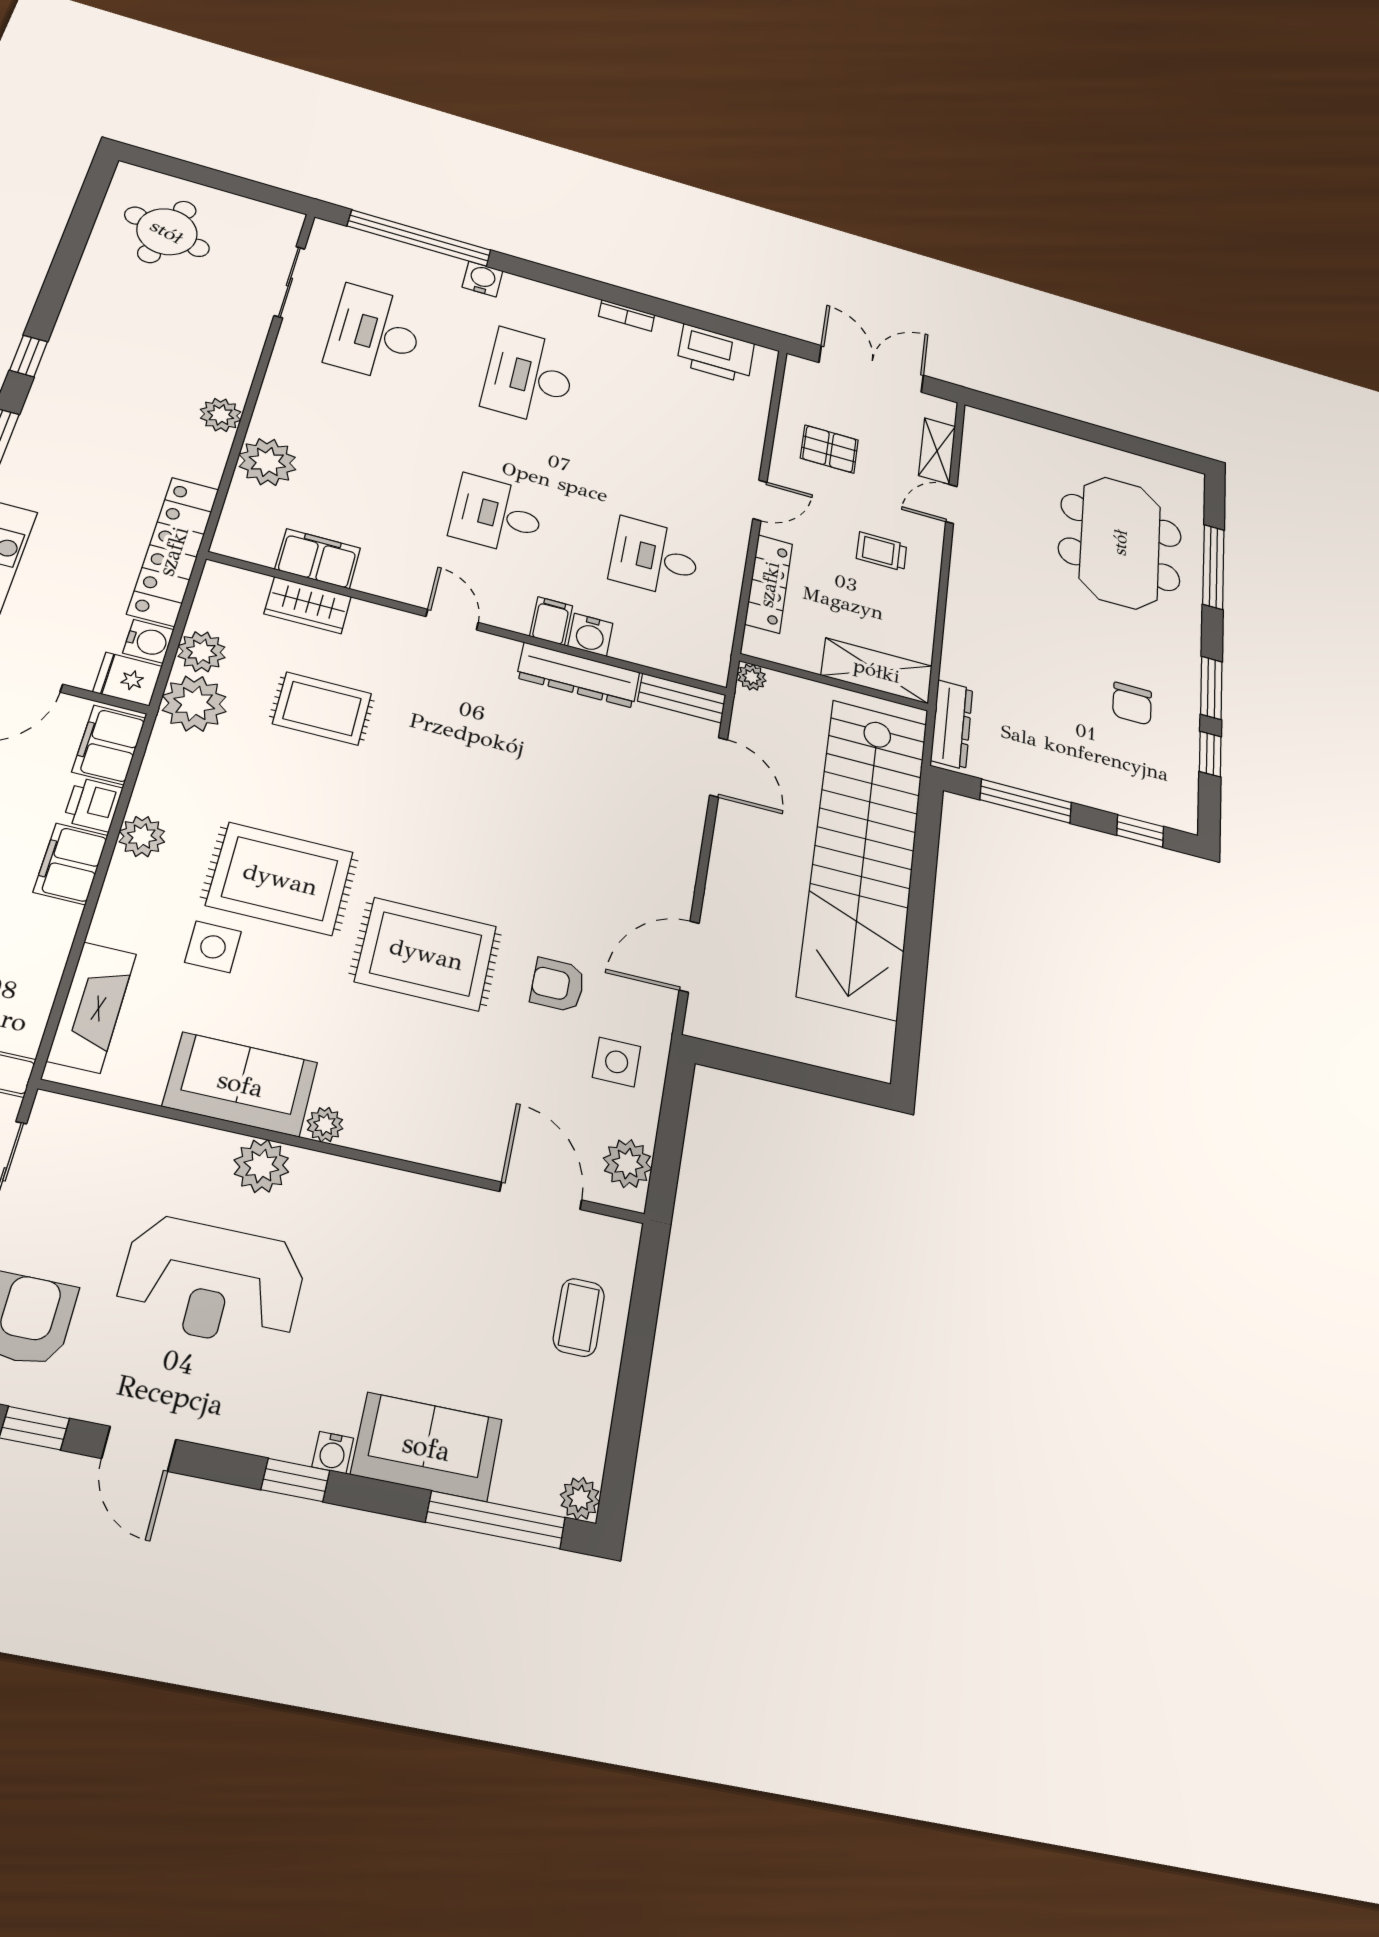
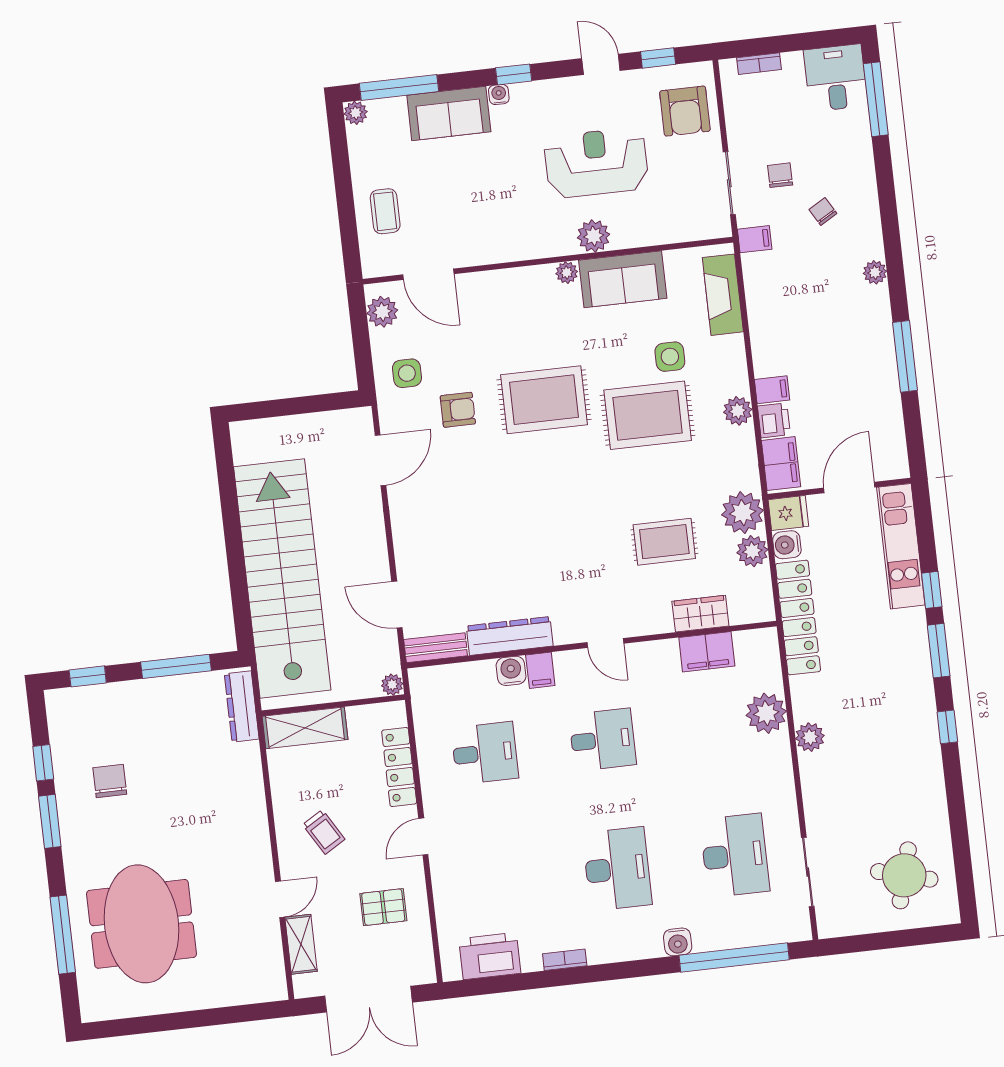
trolley: (882, 552) -> (324, 832), turned 59
filing cabinet: (71, 864) -> (772, 390), width x0.50

